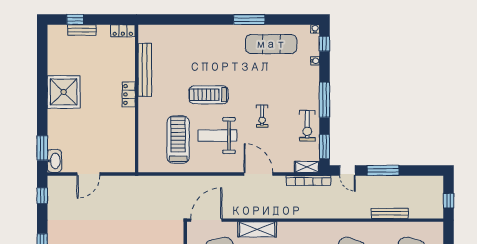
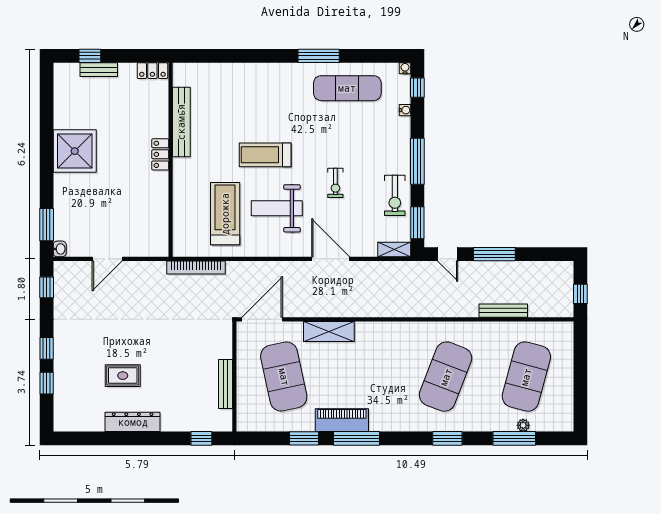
washbasin: (54, 161) -> (60, 249), width x0.52, depth x0.69
bookcase: (308, 181) -> (196, 267), moved

